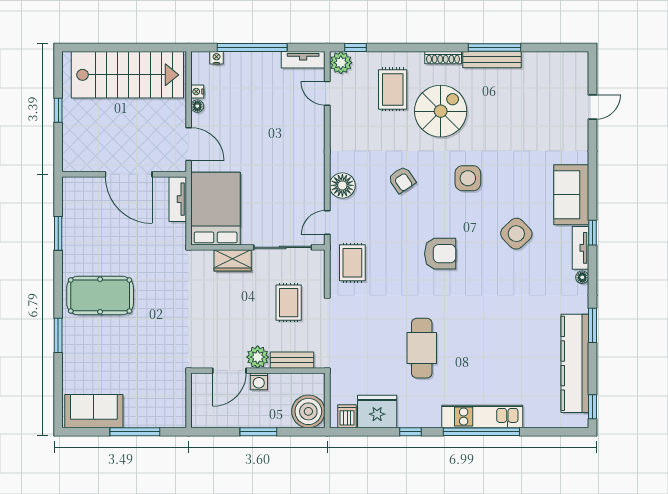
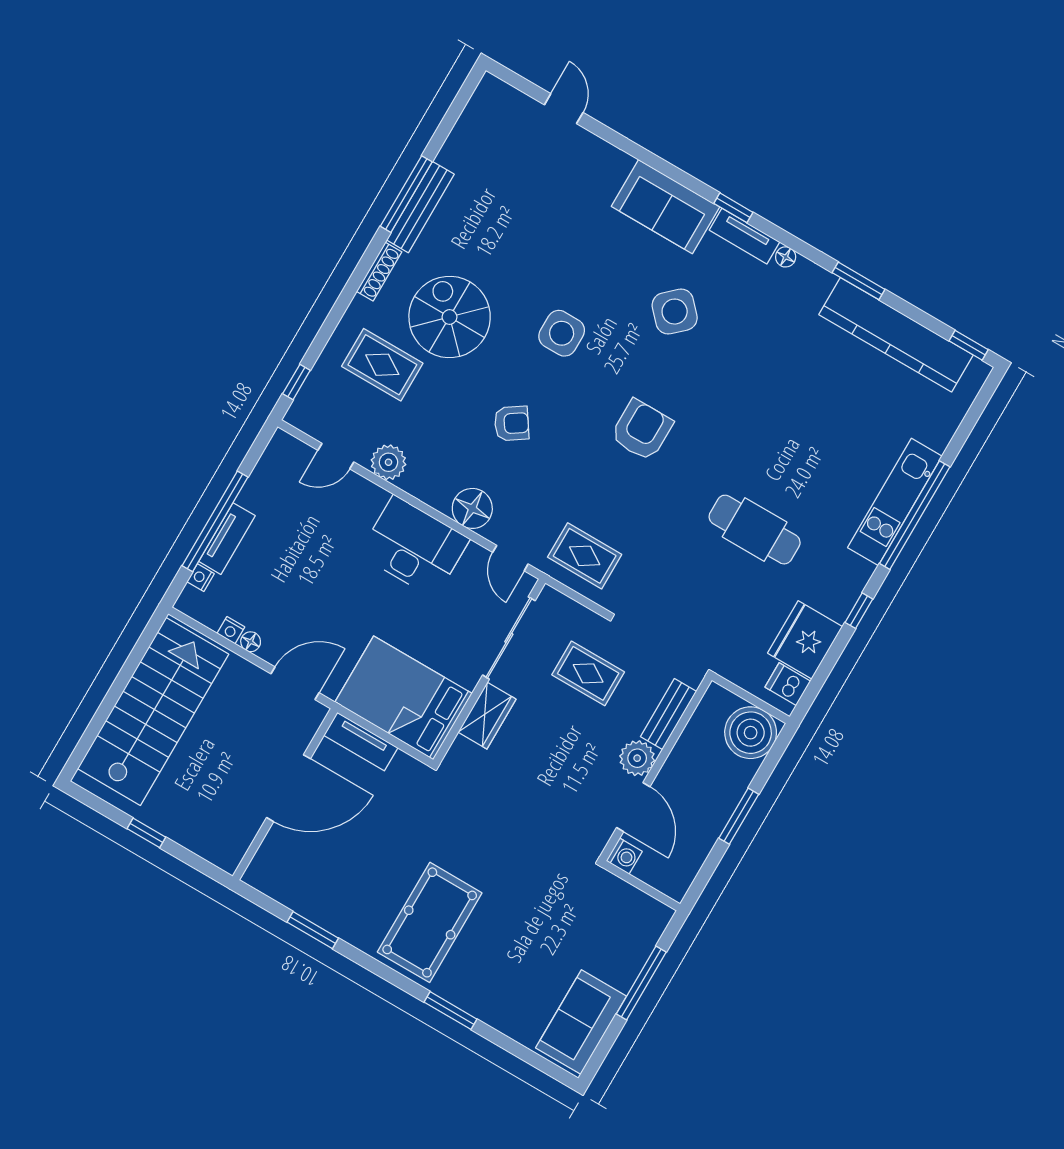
tv unit: (303, 60) -> (227, 539), moved
plant: (341, 63) -> (388, 462), moved
desk: (302, 166) -> (414, 547), added
washing machine: (259, 381) -> (624, 856), moved

